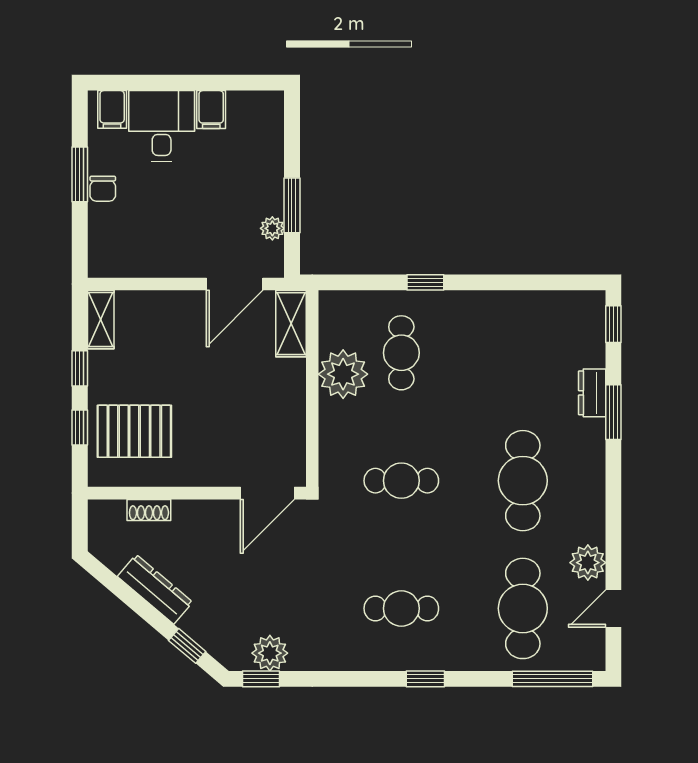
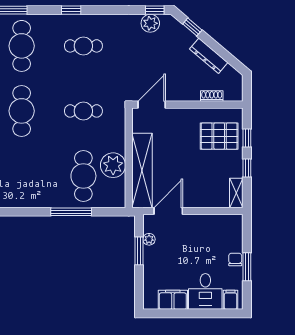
filing cabinet: (211, 110) -> (173, 300), width x2.00
window: (425, 282) -> (71, 212), width x2.17
shelving: (291, 324) -> (142, 170), width x2.20, depth x1.33
cafe table: (401, 353) -> (83, 176), width x1.37, depth x1.35

